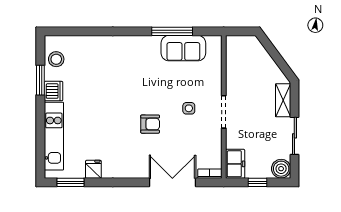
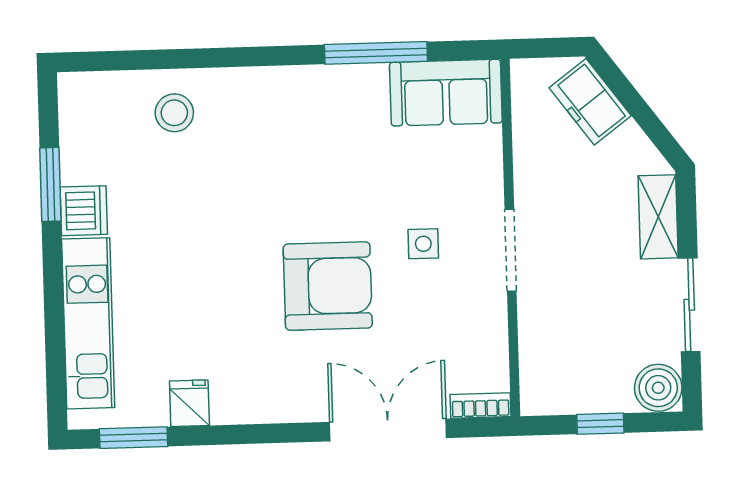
sofa: (183, 48) -> (446, 93), moved
stool: (56, 59) -> (174, 113), moved
armchair: (150, 124) -> (328, 286), width x1.88, depth x1.88
freezer: (235, 164) -> (590, 102), moved, turned 143

